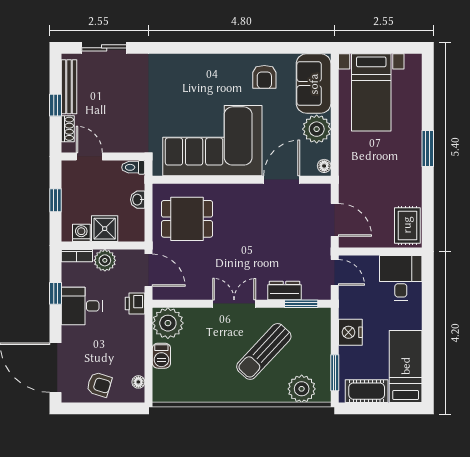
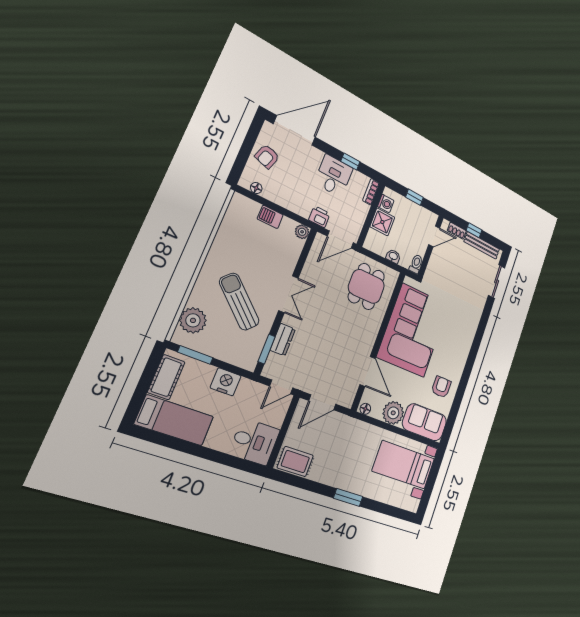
armchair: (264, 77) -> (441, 387), turned 90
plant: (105, 260) -> (360, 210), removed
plant: (168, 323) -> (302, 232), width x0.53, depth x0.53

